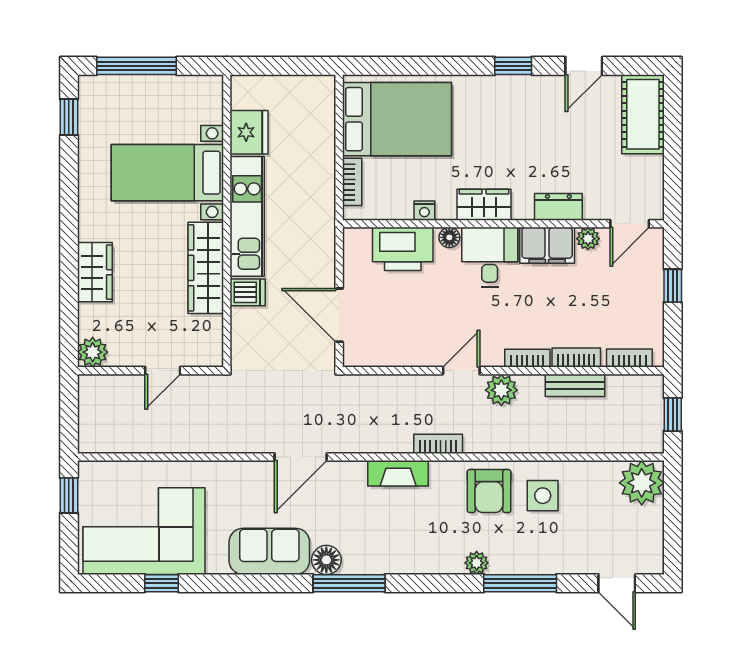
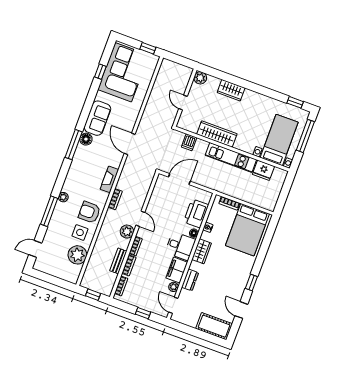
bed with nightstands: (167, 173) -> (279, 140), moved
dishwasher: (248, 292) -> (189, 142), moved
plant: (642, 483) -> (77, 255), moved

